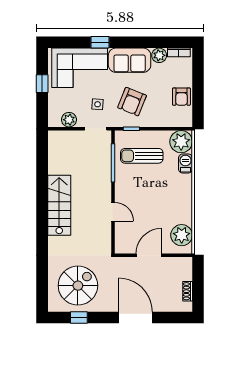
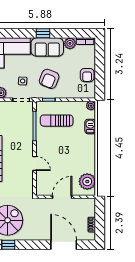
window: (100, 42) -> (43, 33), moved
plant: (181, 142) -> (91, 106), width x0.53, depth x0.53
door: (135, 318) -> (64, 245), moved

